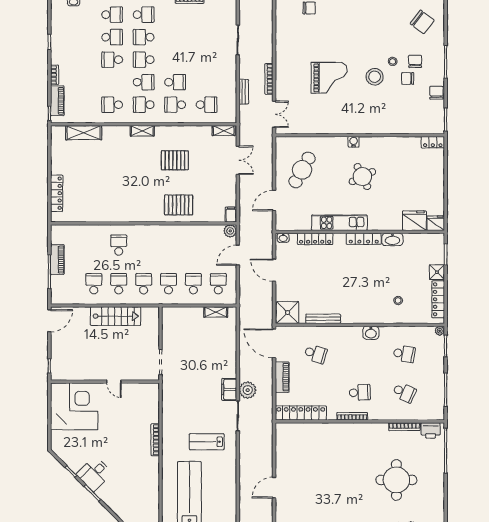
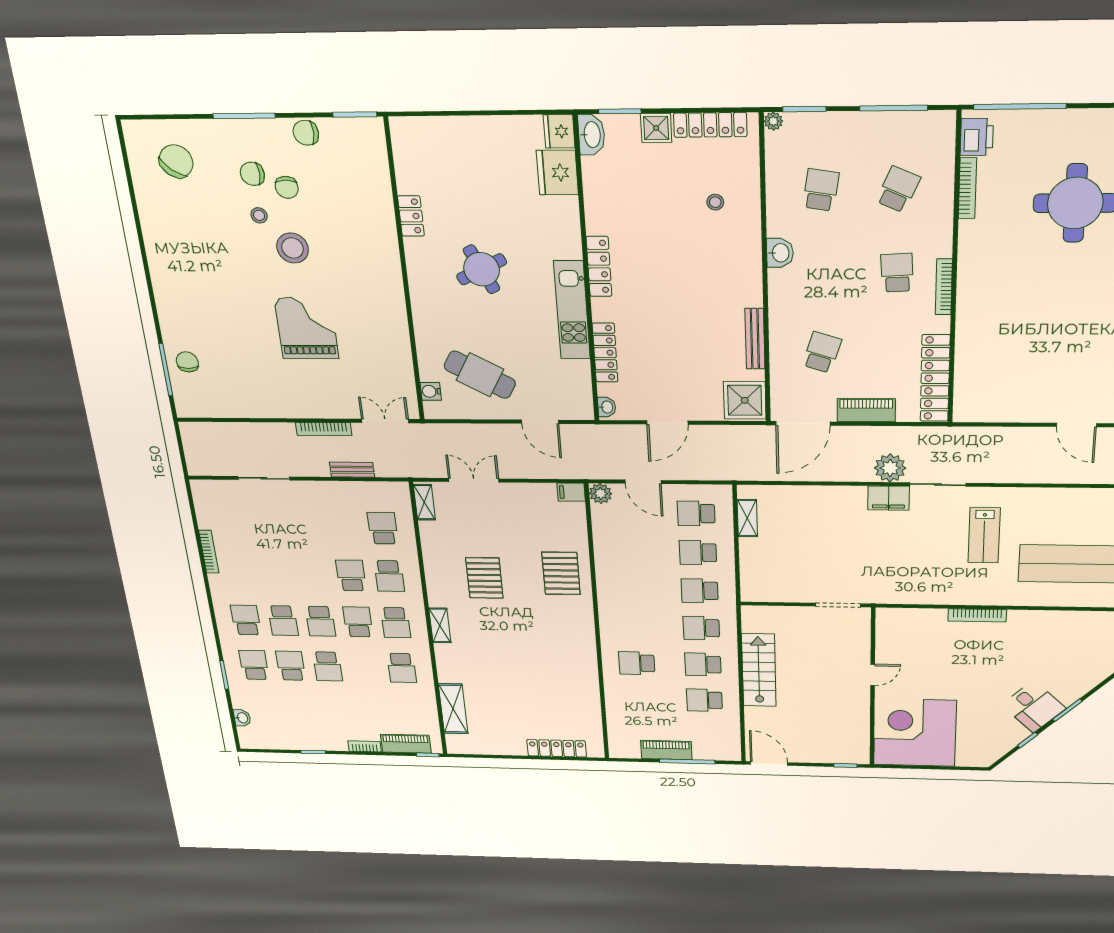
water cooler: (354, 142) -> (431, 391), moved
locker: (433, 142) -> (411, 216), moved
washbasin: (392, 239) -> (591, 135), moved

